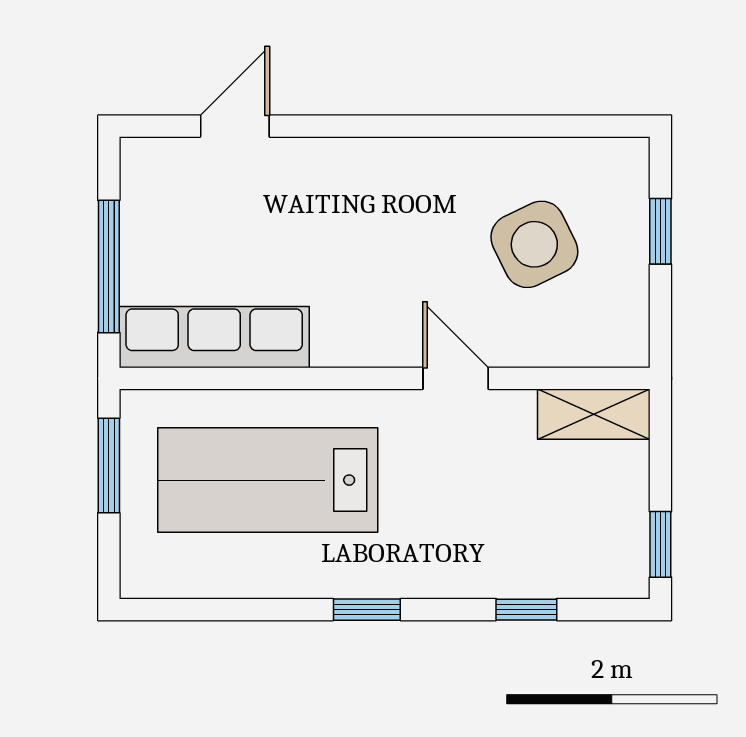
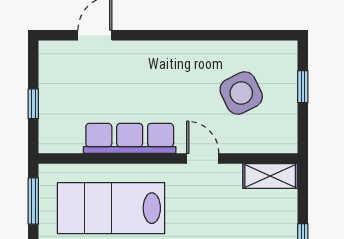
window: (109, 266) -> (33, 104), width x0.46
row of seats: (214, 337) -> (130, 138), moved

